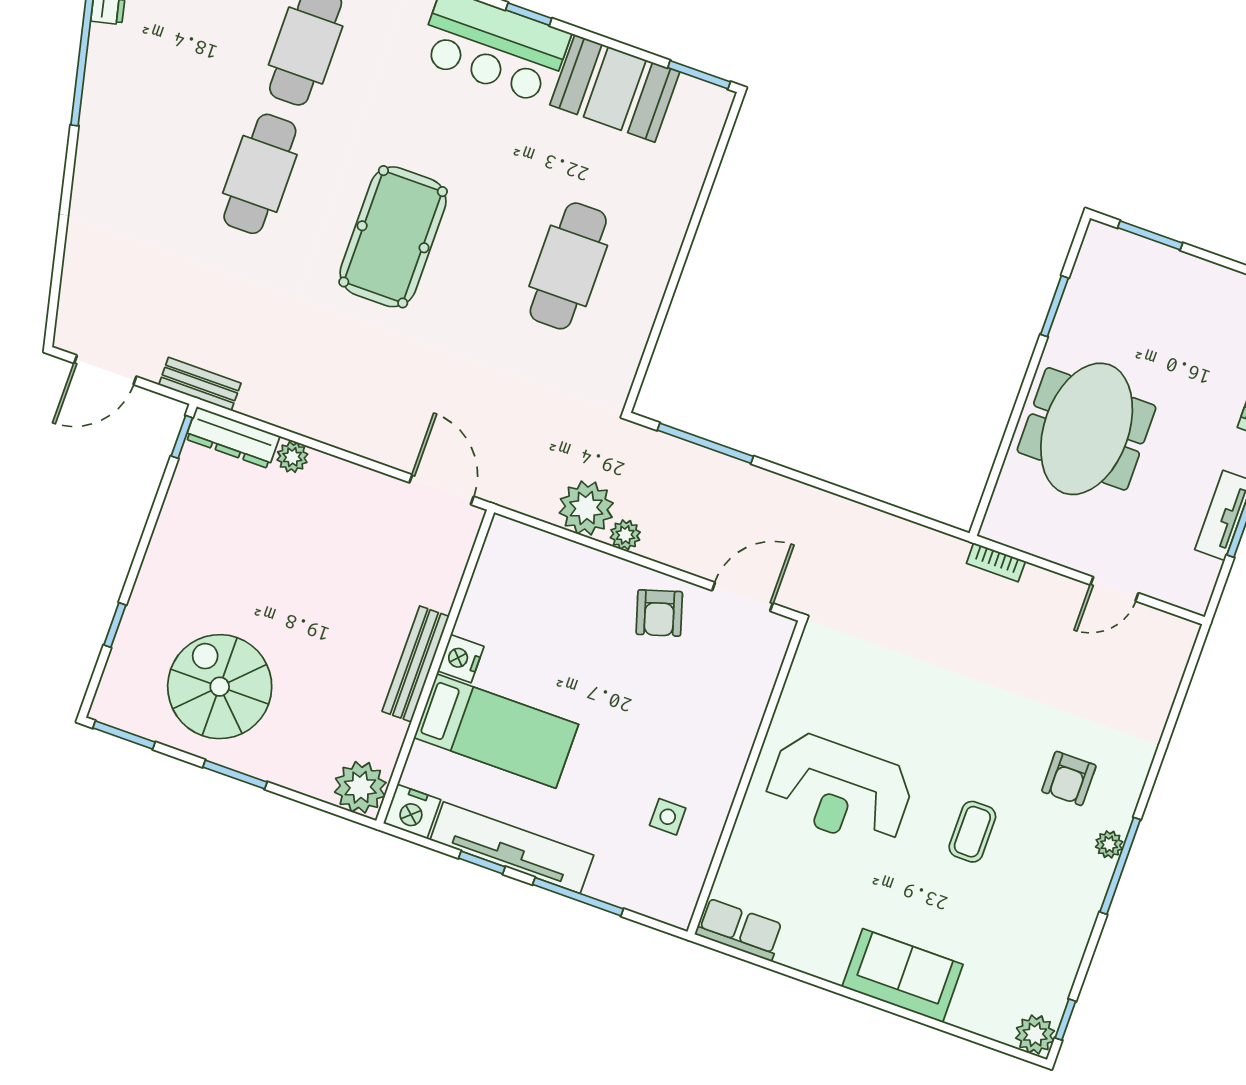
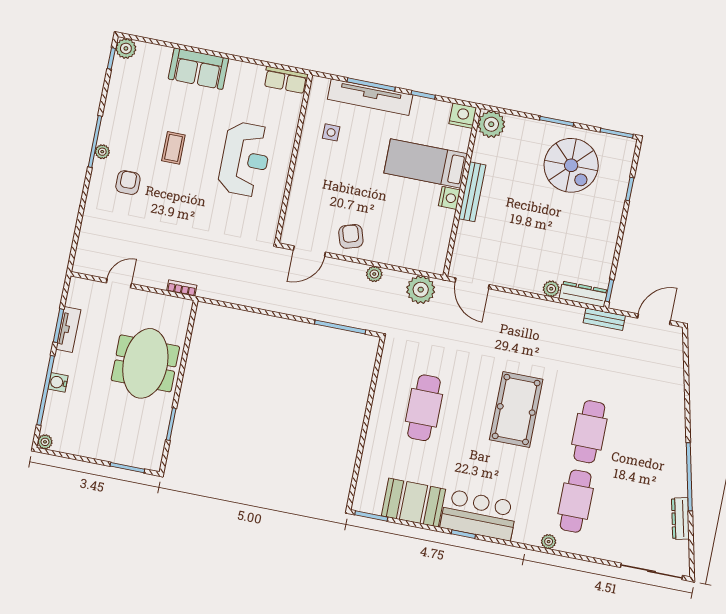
plant: (586, 508) -> (421, 290), moved
reception desk: (839, 790) -> (245, 159), turned 90
tv unit: (512, 848) -> (370, 97), moved

